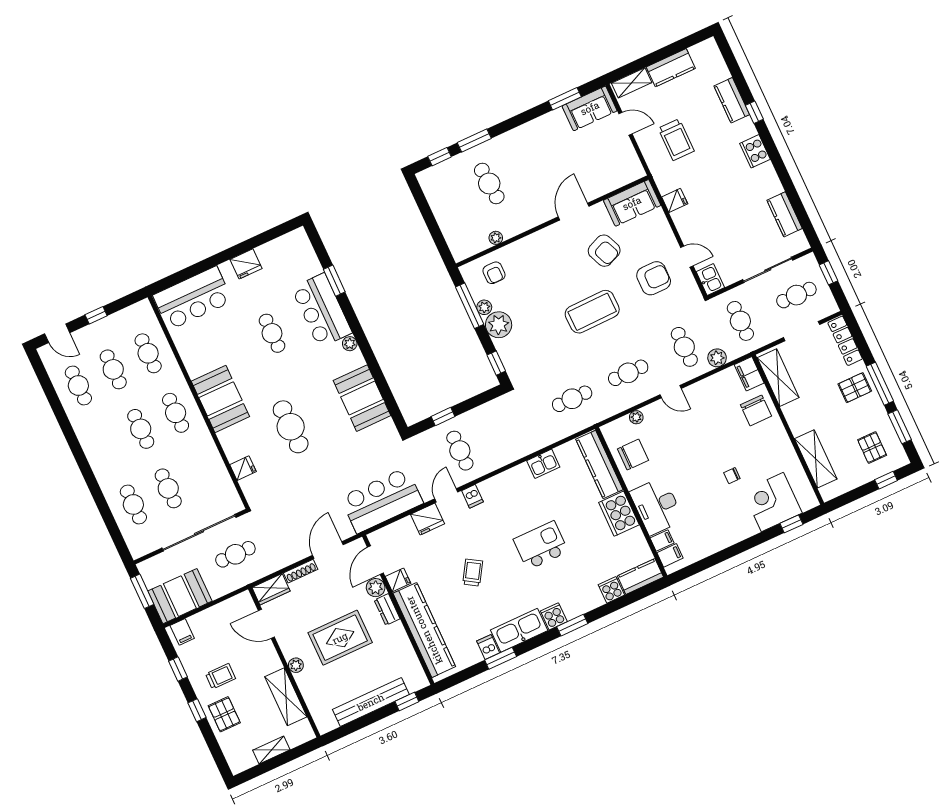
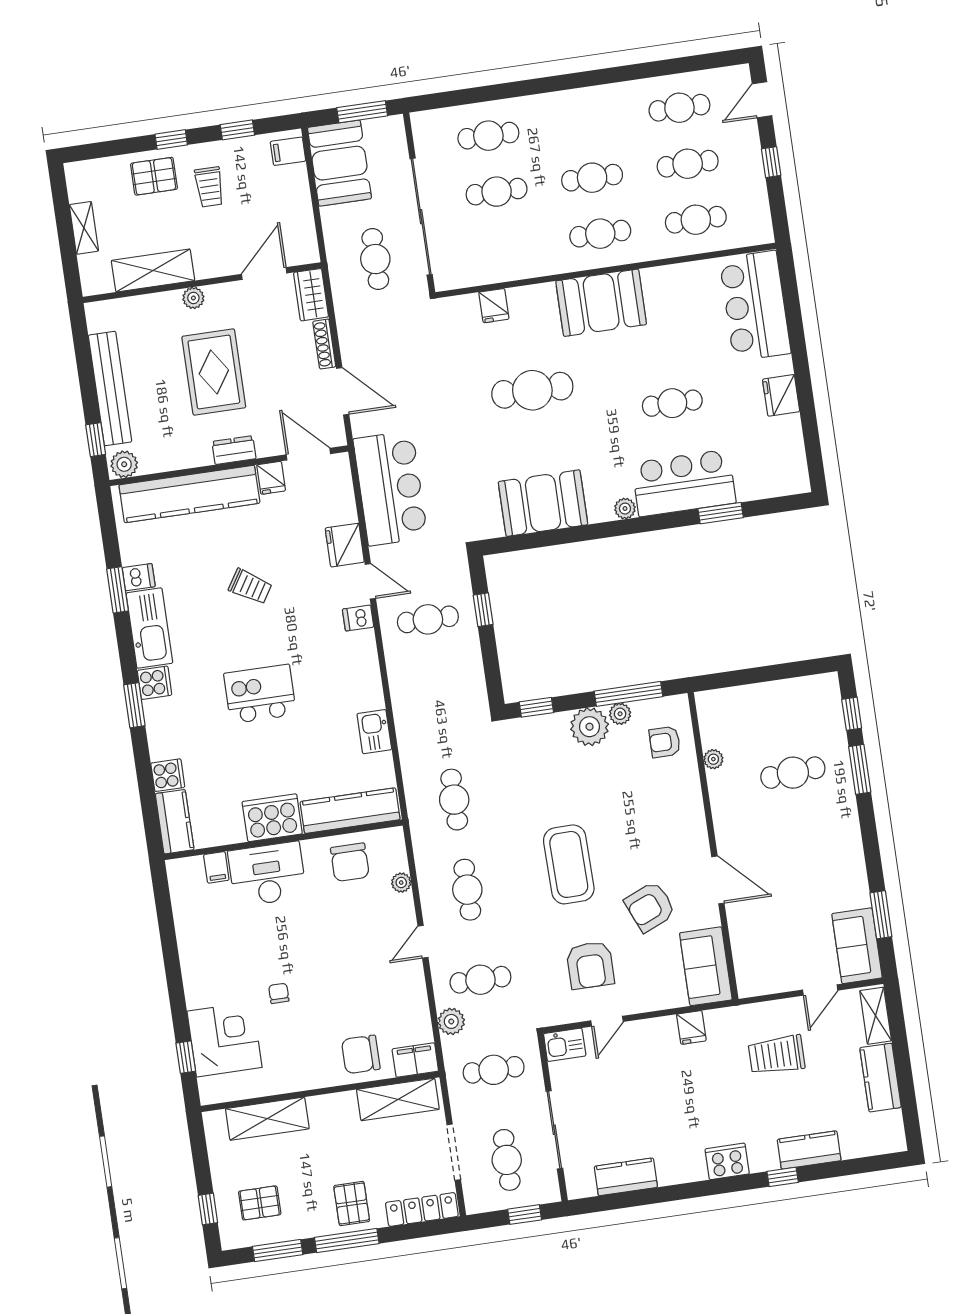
kitchen island: (541, 545) -> (260, 694), turned -90
filing cabinet: (670, 555) -> (192, 872), removed
plant: (376, 588) -> (124, 464), moved

